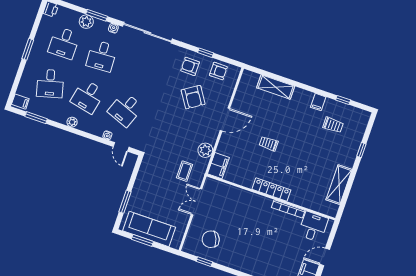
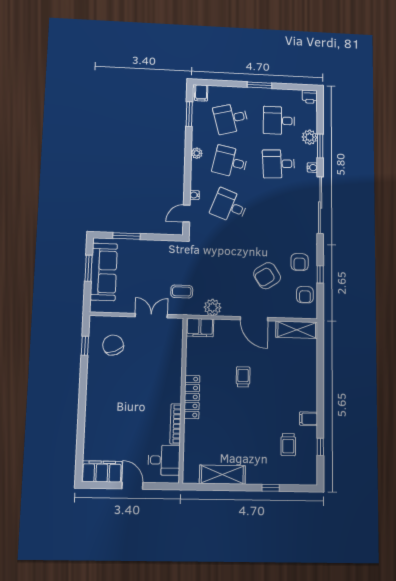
armchair: (190, 66) -> (300, 262), turned 180
shelving: (276, 87) -> (297, 330), moved, turned 90

